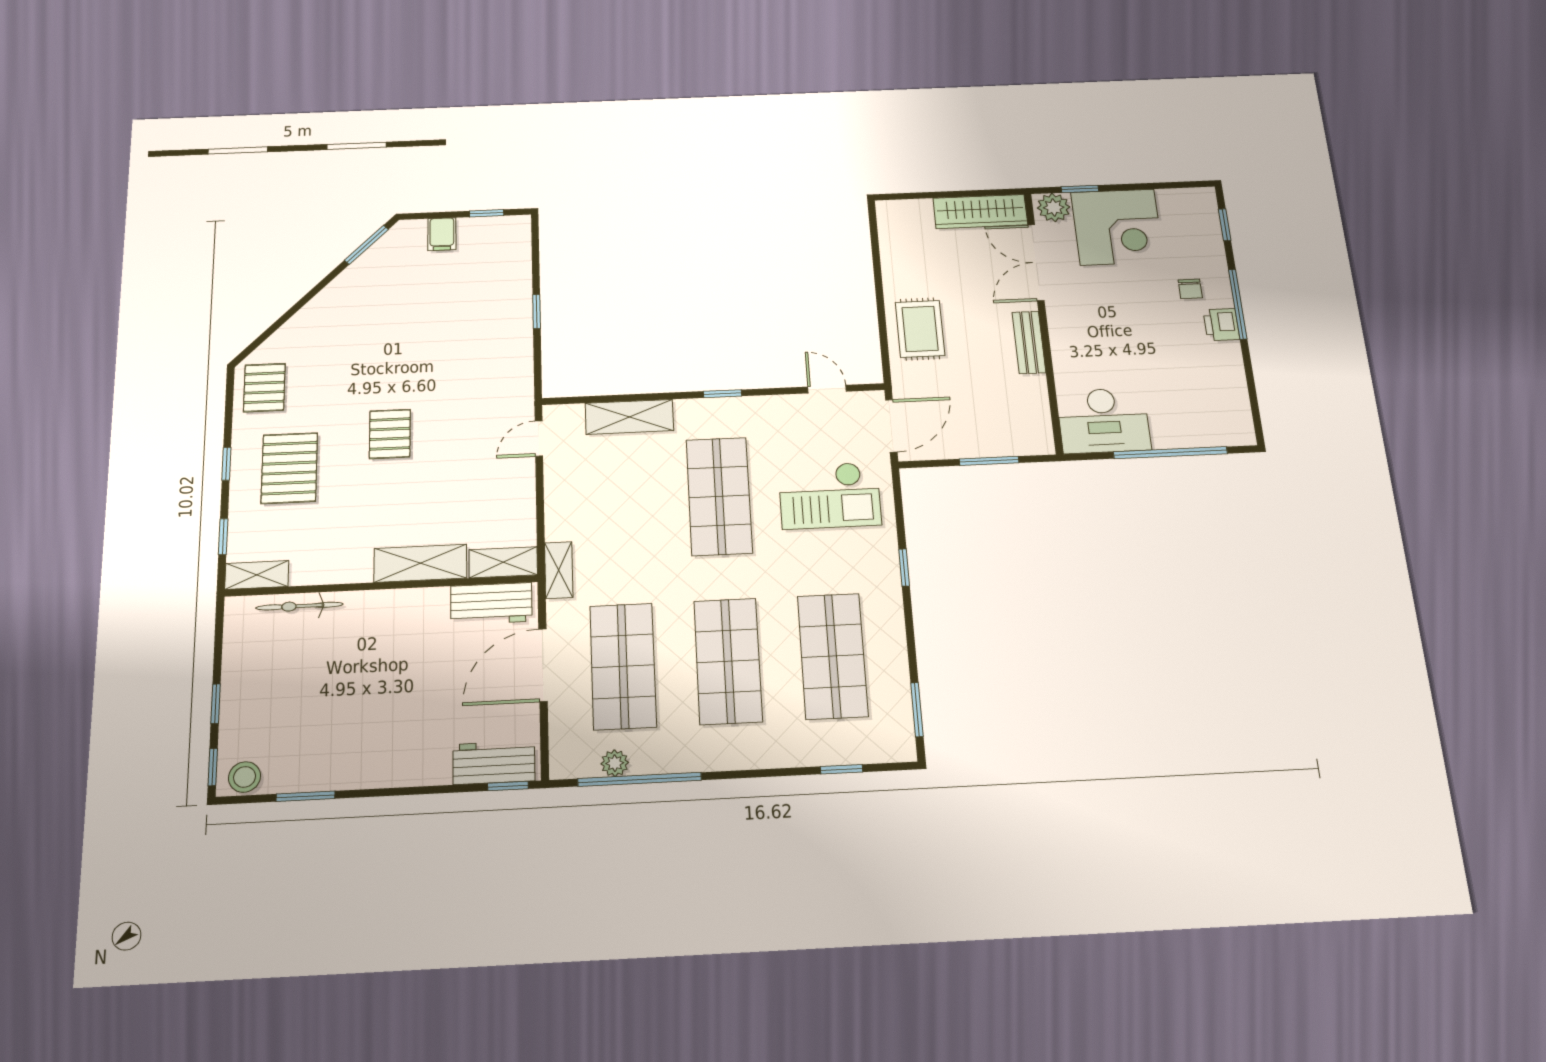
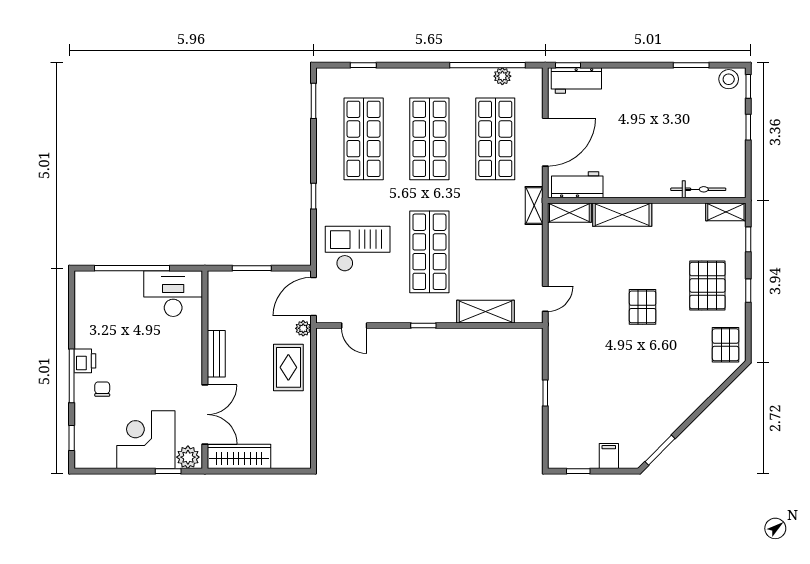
plant: (903, 382) -> (303, 328), added

